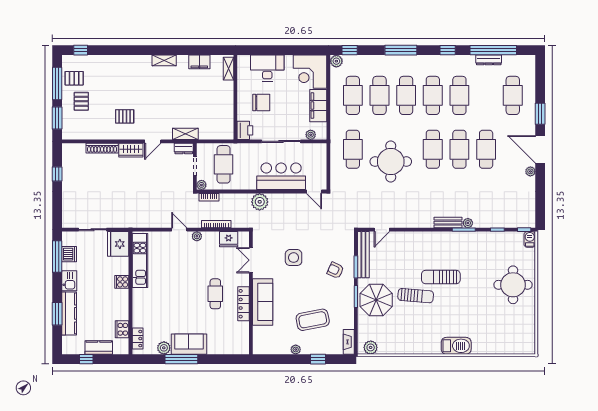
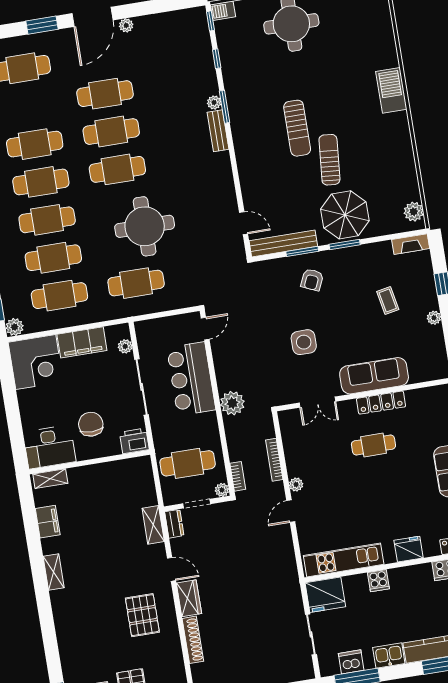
desk: (267, 68) -> (49, 447), moved, turned -90
pallet: (125, 116) -> (142, 615), width x1.50, depth x1.42
fridge: (229, 239) -> (409, 549), moved, turned -90
coffee table: (313, 320) -> (388, 300), width x0.54, depth x0.58

